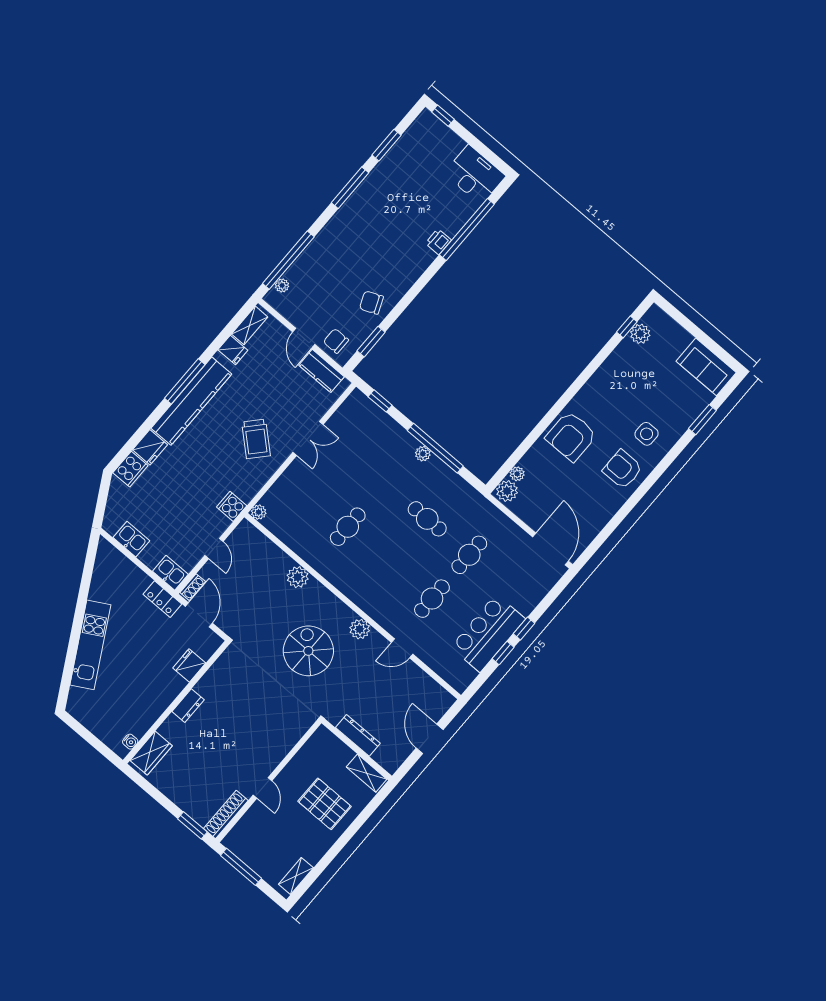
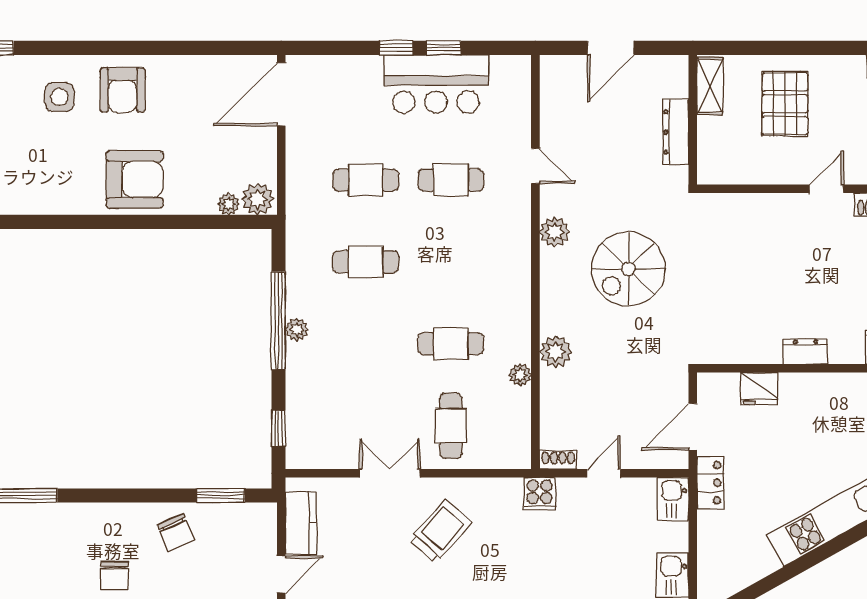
printer: (438, 242) -> (43, 516), removed
chair: (336, 341) -> (115, 576), moved
cafe table: (306, 491) -> (451, 426), added
plant: (259, 512) -> (520, 375), moved
cafe table: (427, 519) -> (366, 262), turned 90
shoe rack: (193, 587) -> (558, 460), moved

